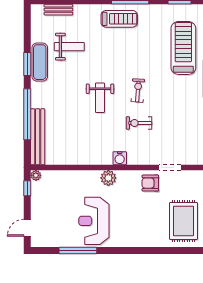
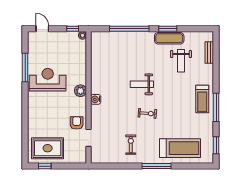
exercise bike: (139, 123) -> (131, 145), moved
bench: (38, 137) -> (112, 37), removed

